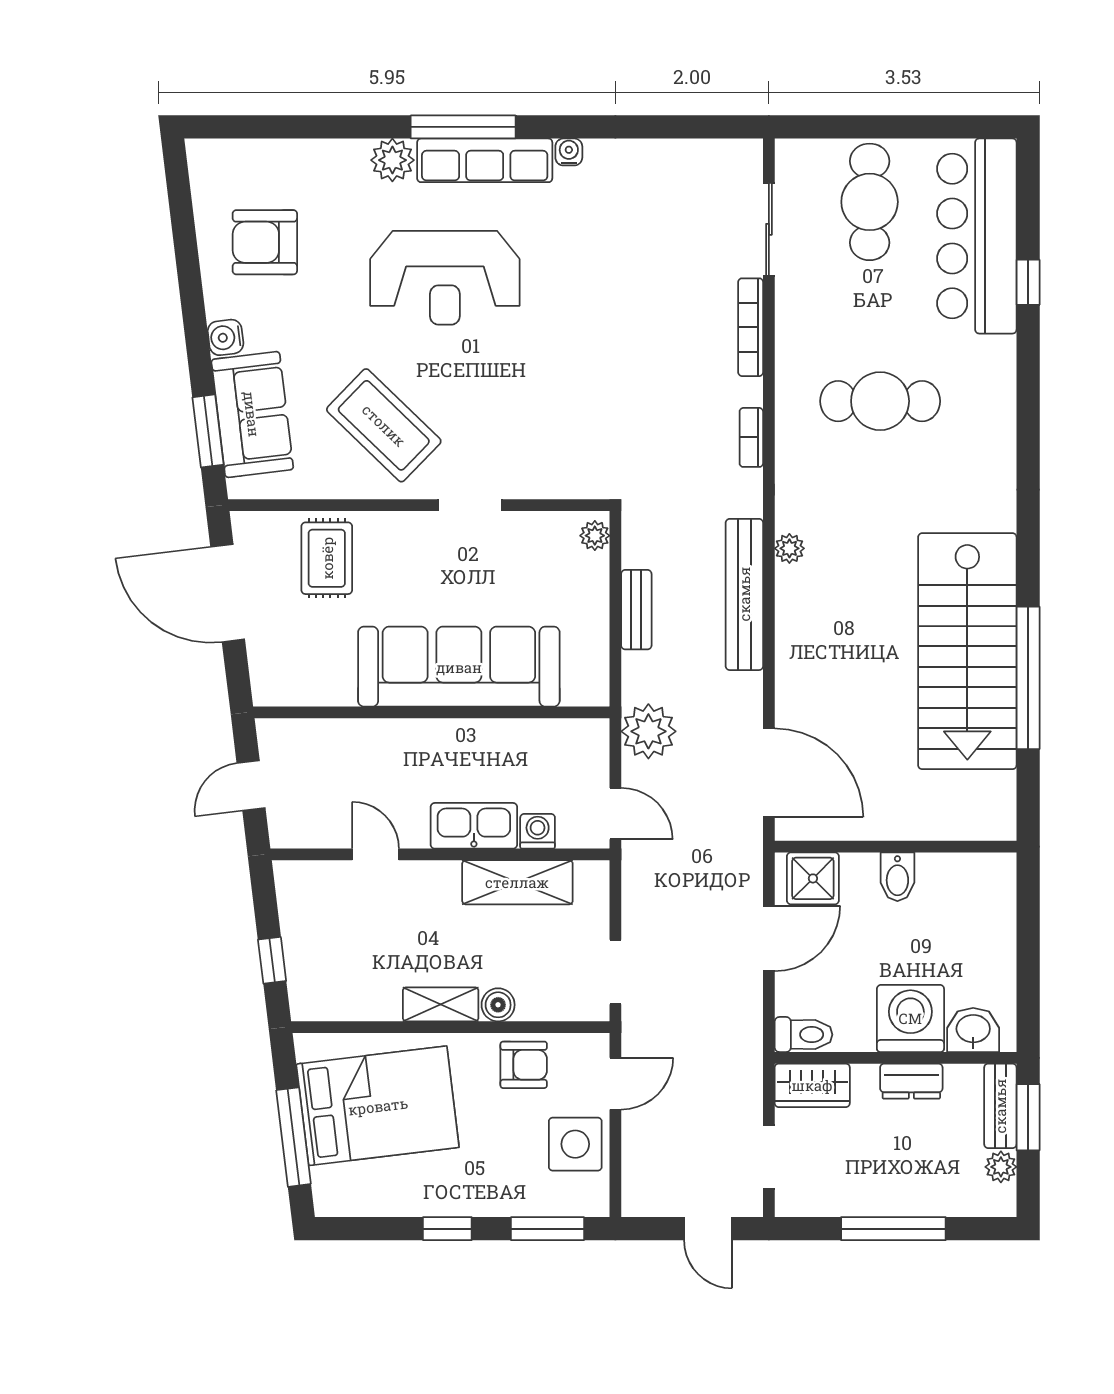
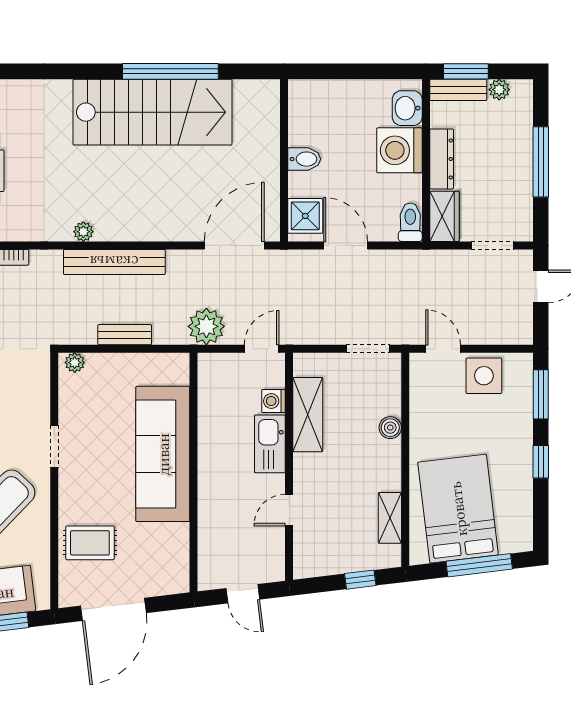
shelving: (441, 1004) -> (390, 518), moved
armchair: (524, 1065) -> (431, 410), removed
dresser: (911, 1081) -> (442, 159), width x1.44

